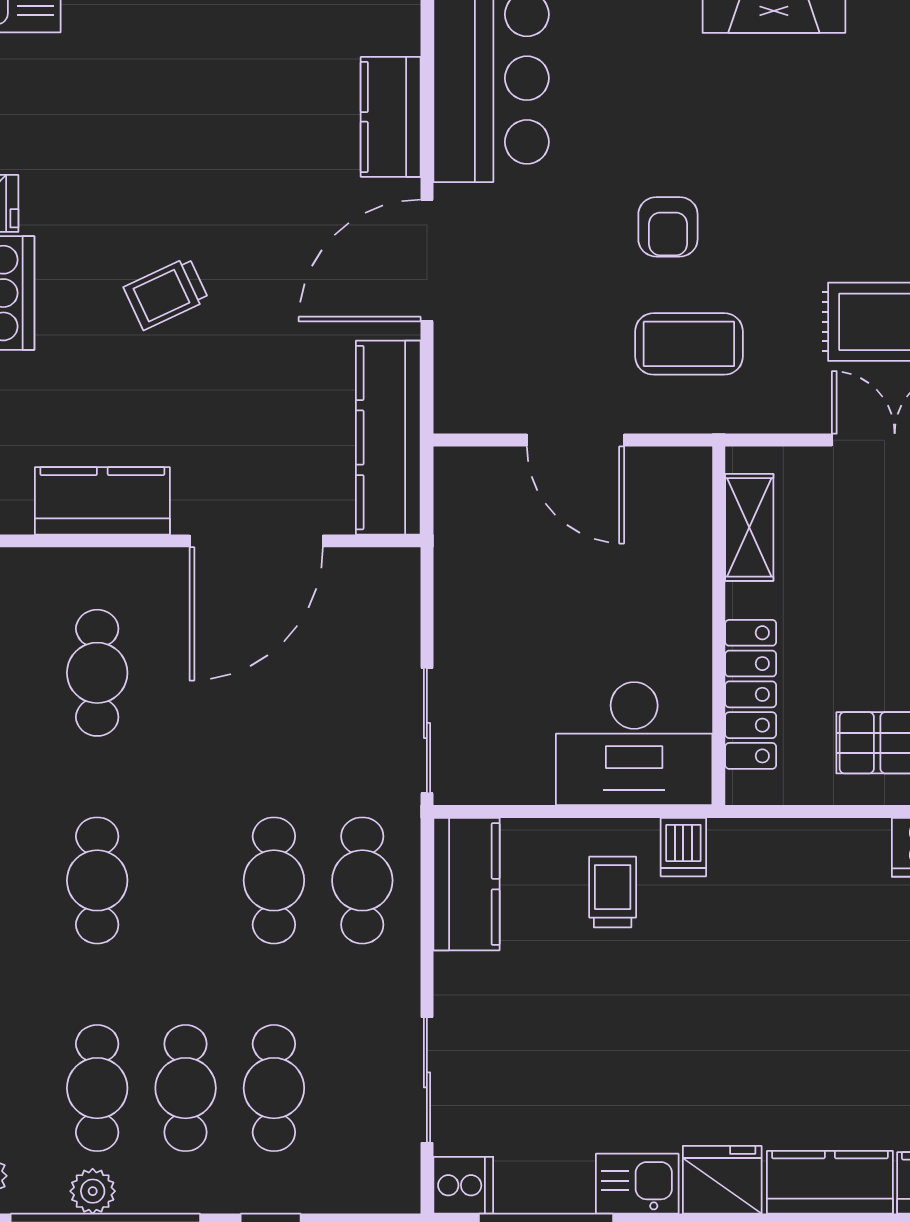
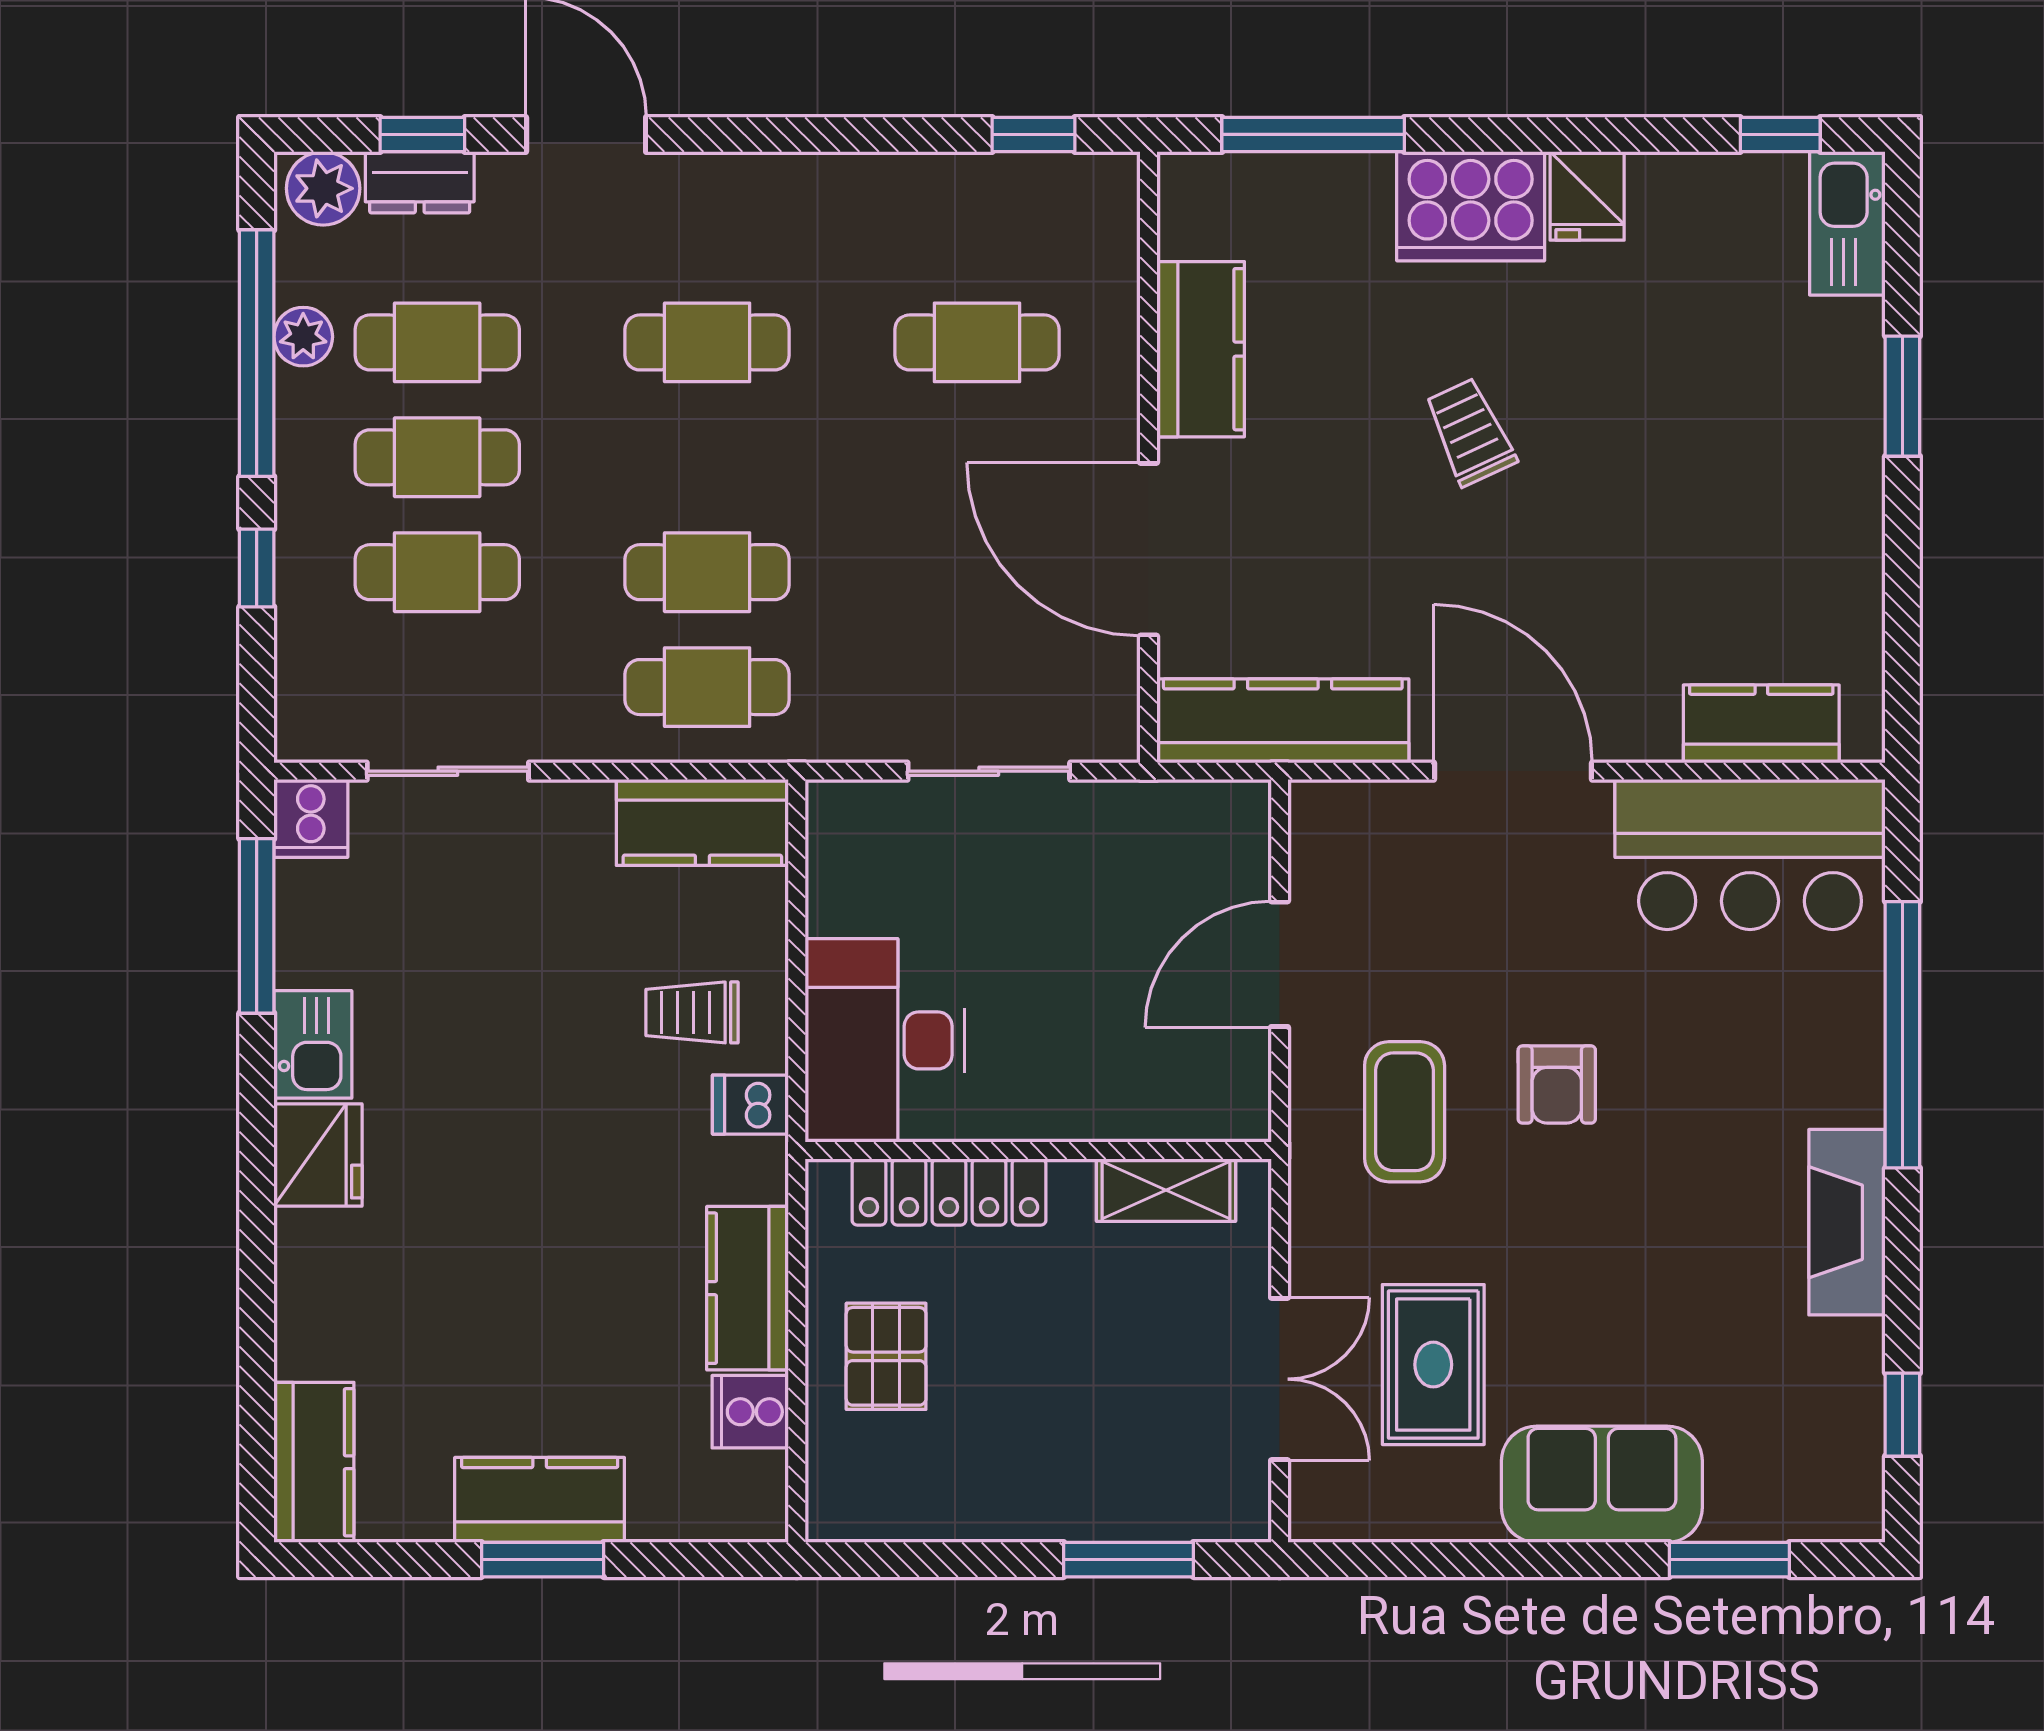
kitchen counter: (391, 117) -> (1761, 724), moved
armchair: (668, 227) -> (1557, 1084), turned -90
sliding door: (427, 731) -> (989, 771), moved
trolley: (613, 892) -> (692, 1012), turned 180
kitchen counter: (830, 1182) -> (748, 1288), moved, turned 180

